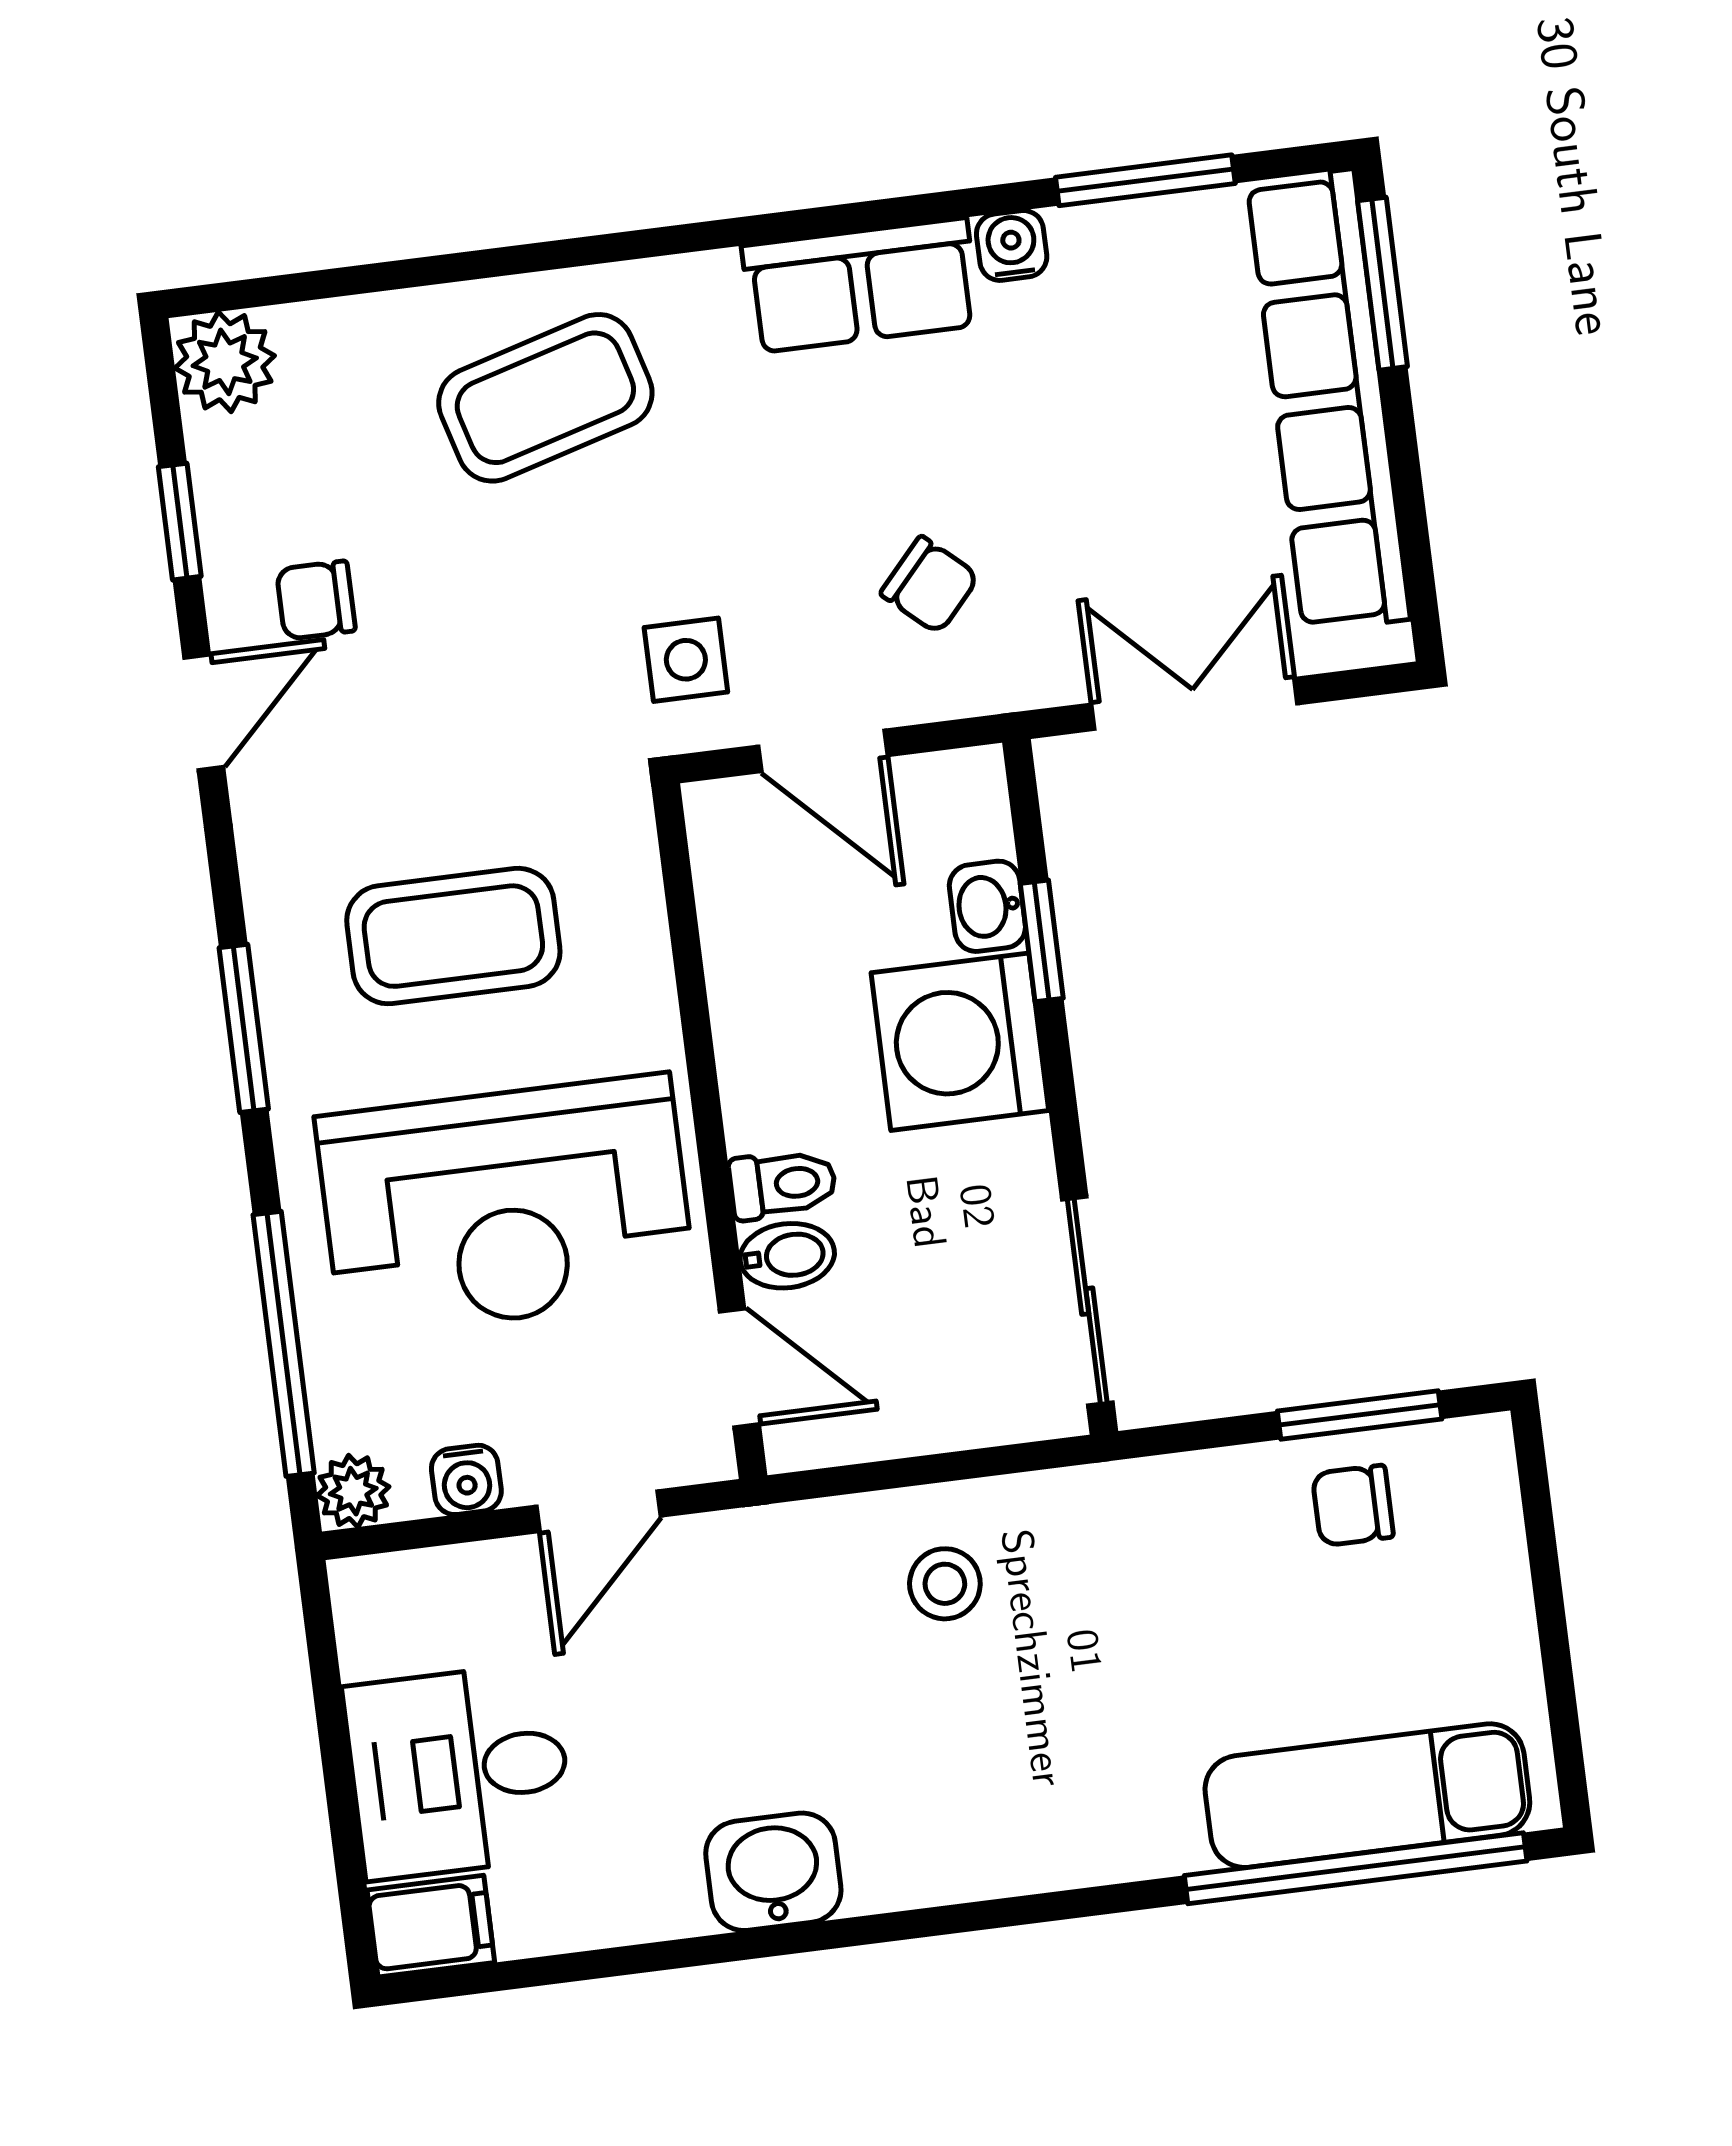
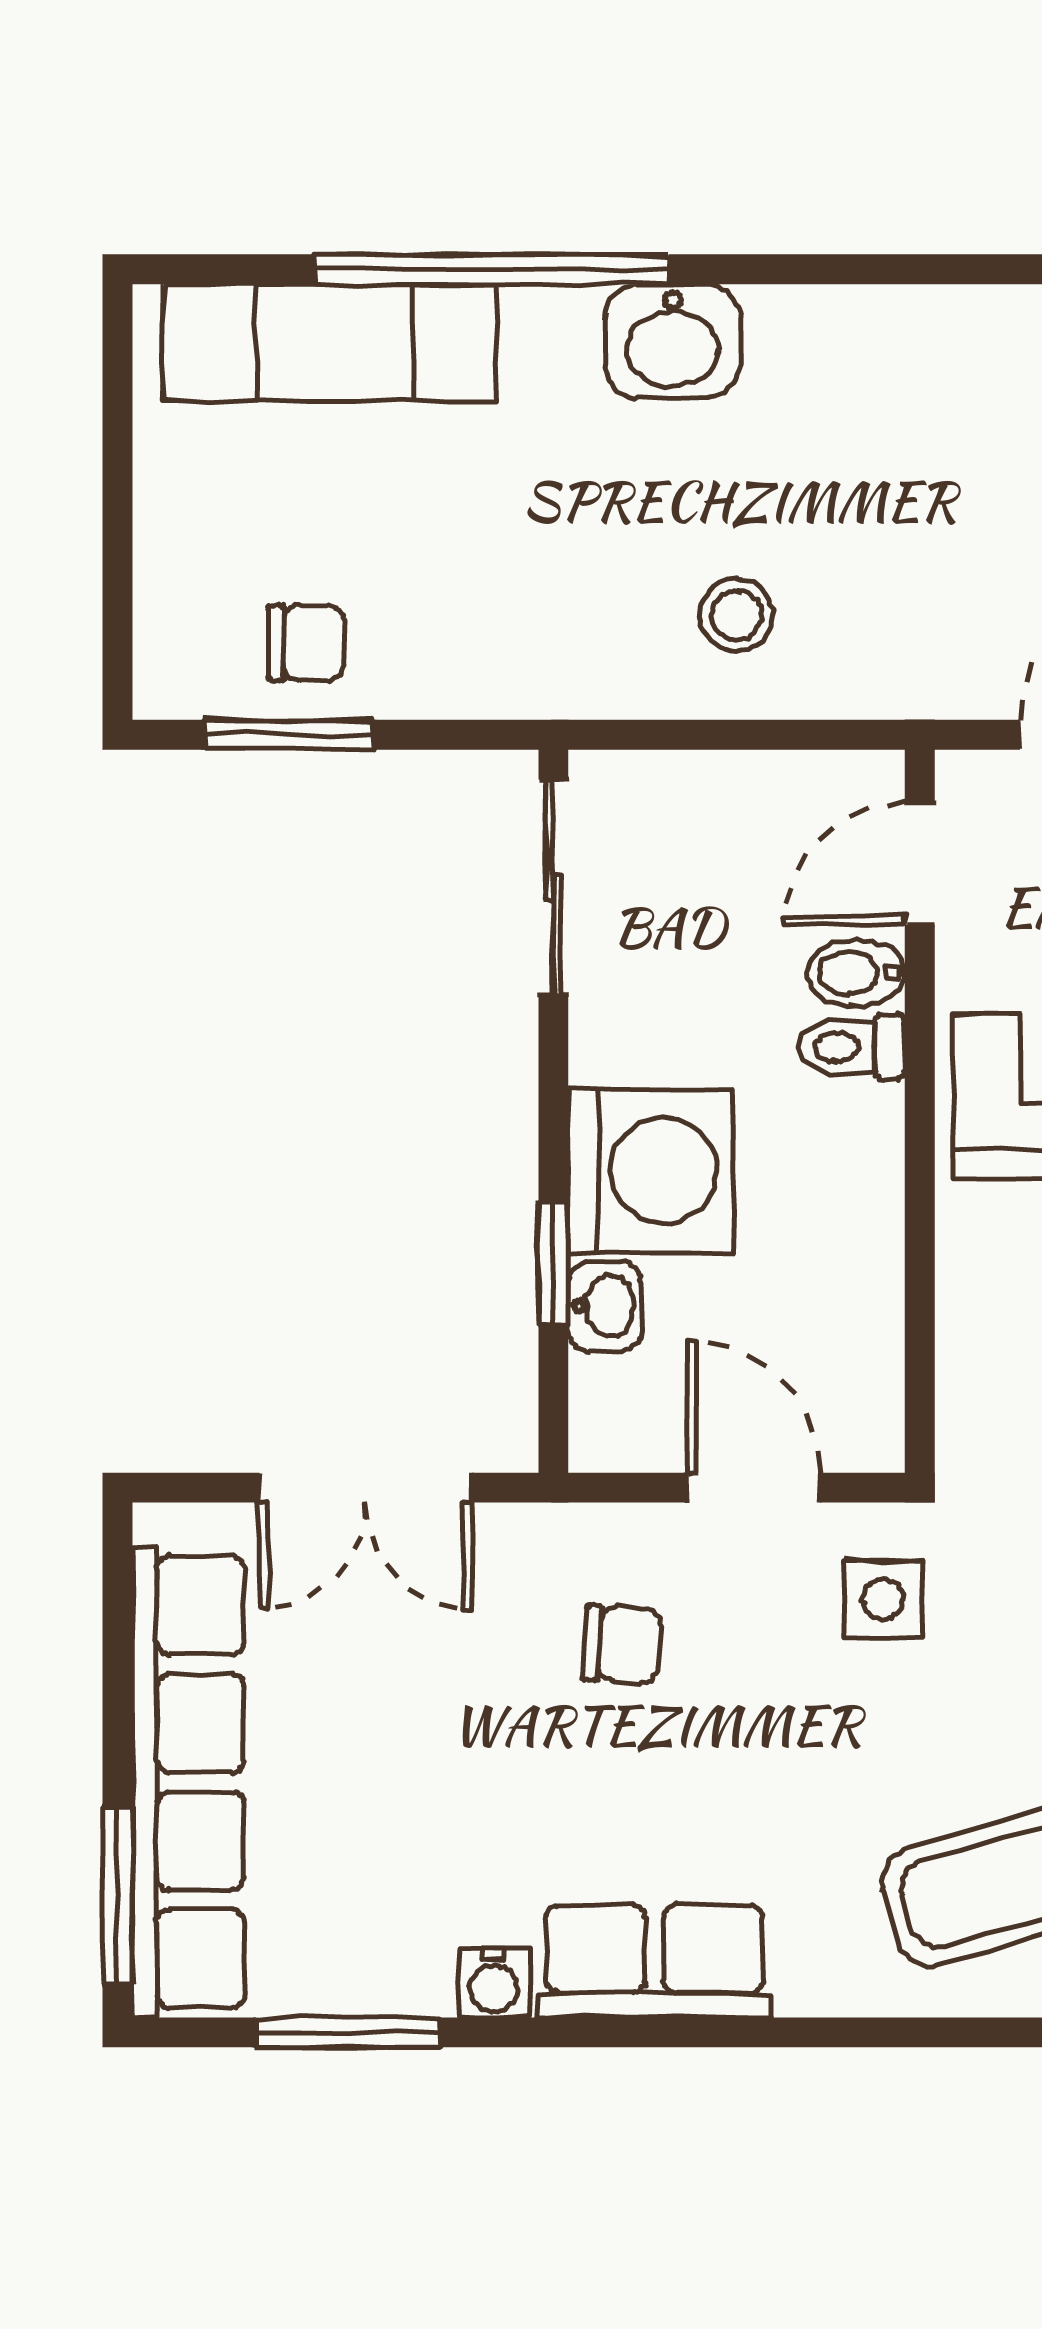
chair: (930, 585) -> (622, 1644), turned 141
door: (739, 1368) -> (920, 864), hinge flipped
window: (1356, 1868) -> (491, 269), moved
washbasin: (773, 1872) -> (672, 341), moved

